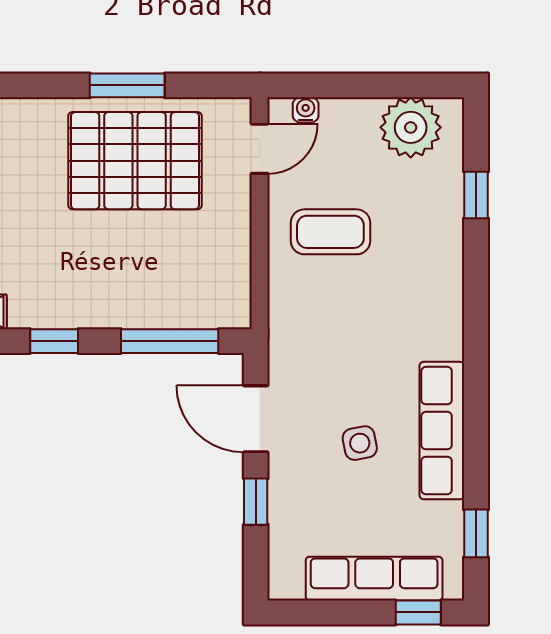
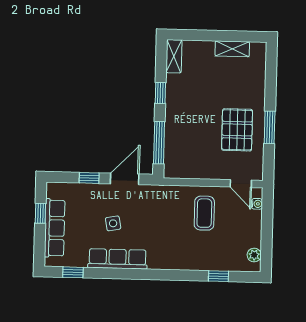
plant: (411, 127) -> (254, 255), width x0.53, depth x0.53
pallet: (135, 161) -> (237, 130), width x0.73, depth x0.71
window: (418, 612) -> (40, 213), moved

